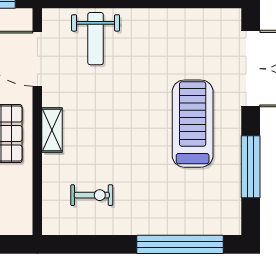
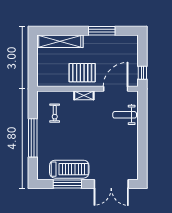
treadmill: (193, 124) -> (69, 169), moved
window: (180, 244) -> (33, 138), moved

